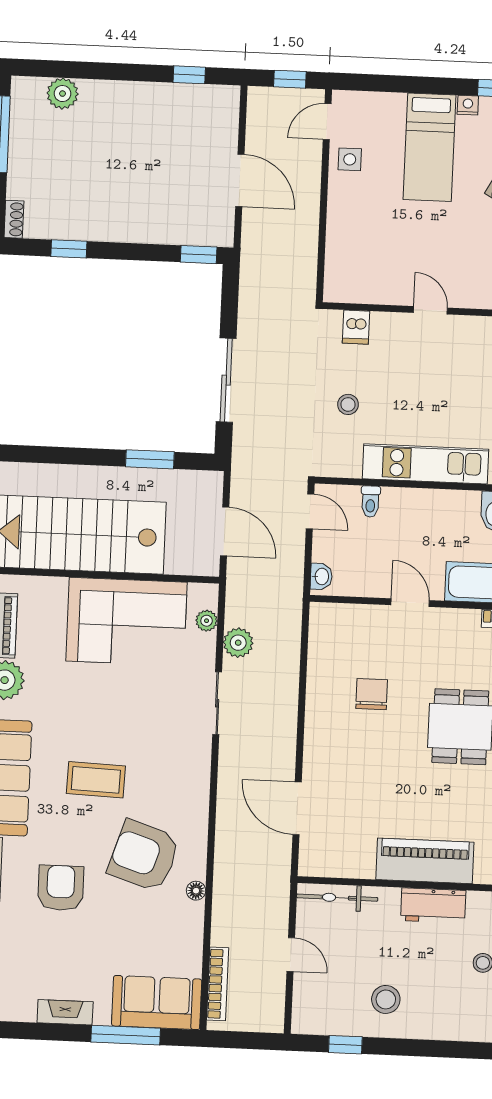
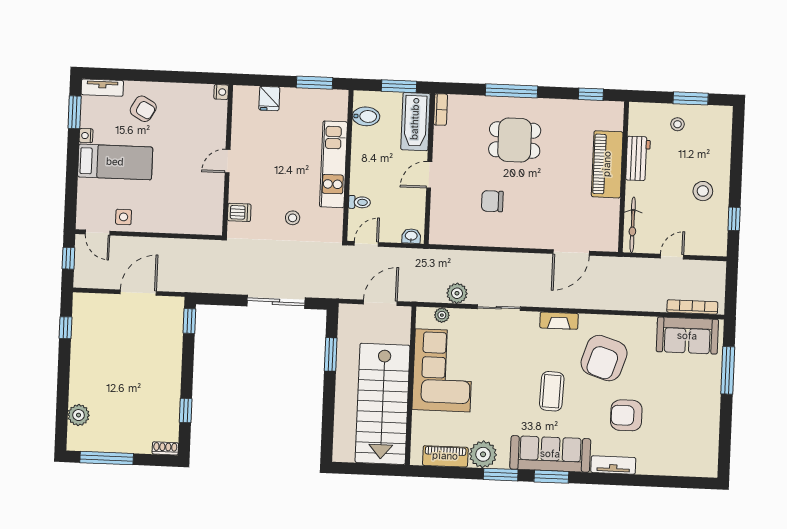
floor lamp: (196, 891) -> (628, 322), removed
sofa: (157, 1003) -> (687, 336), moved, turned -90
fireplace: (65, 1012) -> (559, 321), moved, turned -90

